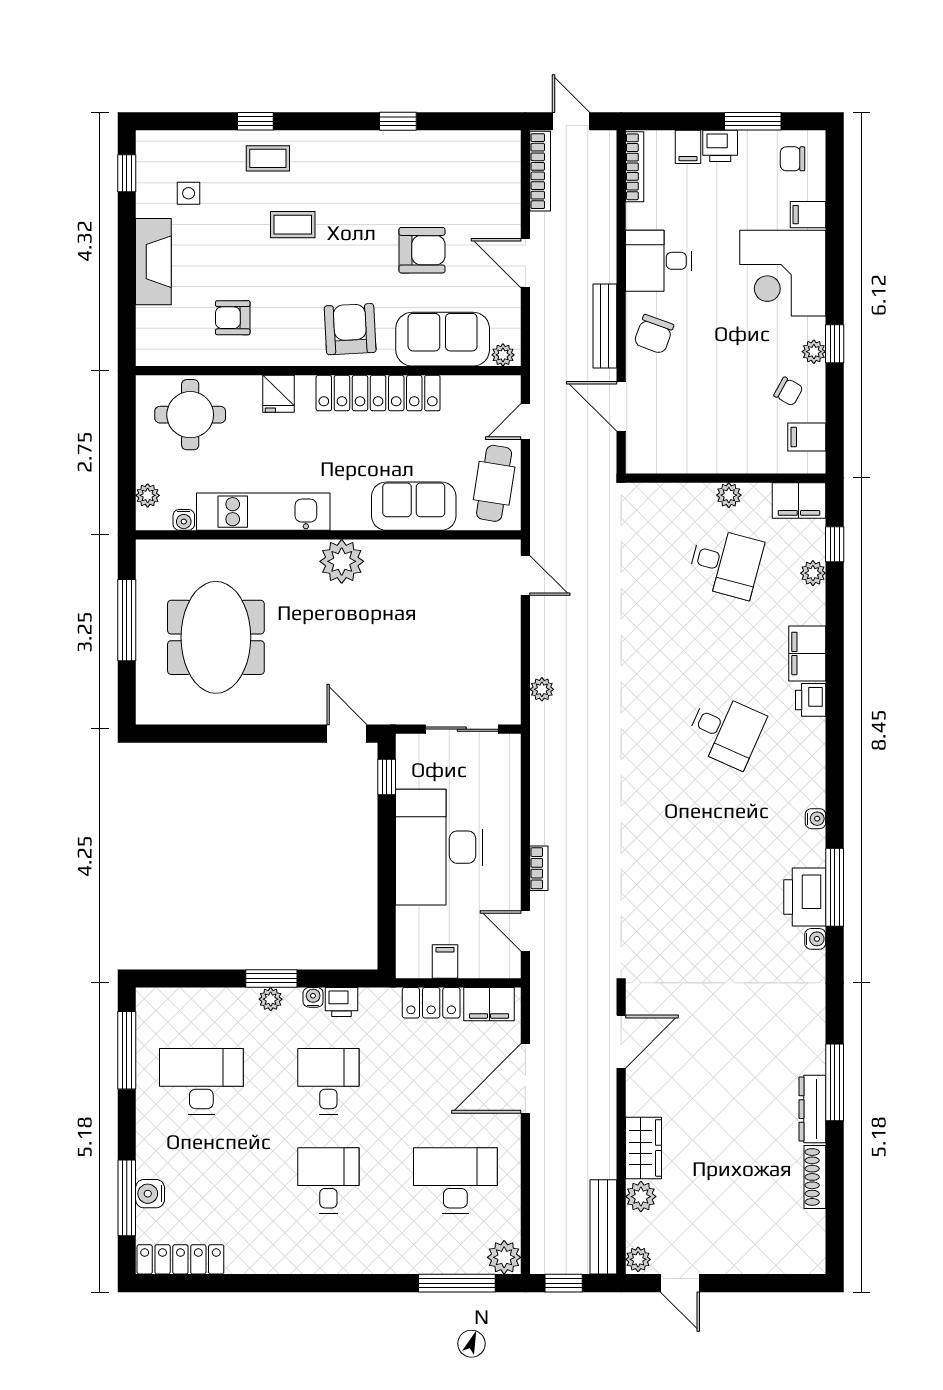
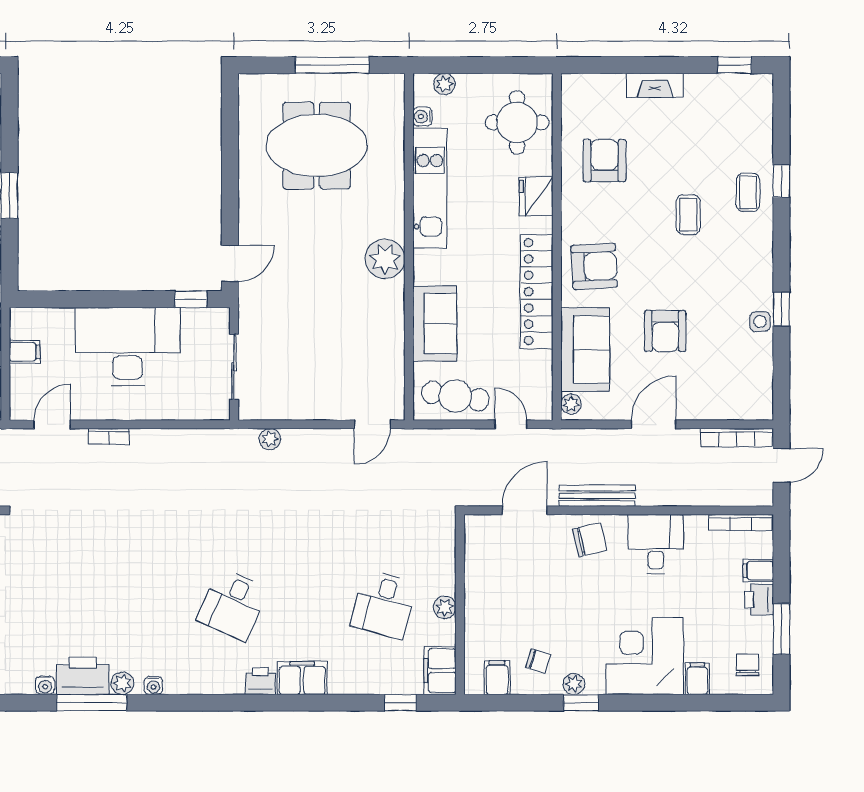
side table: (189, 193) -> (760, 322), moved
fireplace: (153, 262) -> (655, 85), width x0.73, depth x0.76
armchair: (233, 318) -> (604, 161), width x1.38, depth x1.38
chair: (654, 334) -> (590, 540), turned 147
chair: (788, 391) -> (538, 661), turned -102
fridge: (279, 394) -> (536, 196), width x1.38
plant: (813, 573) -> (122, 683), moved

